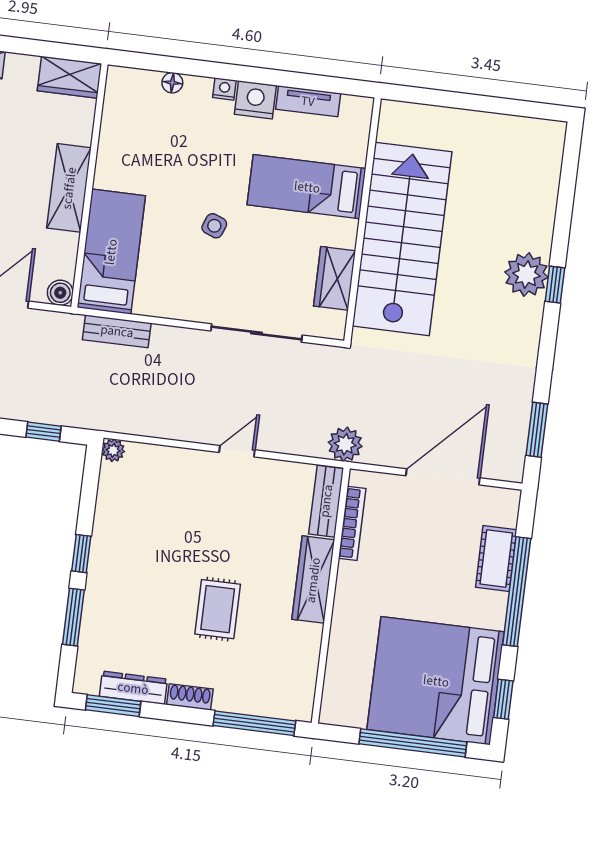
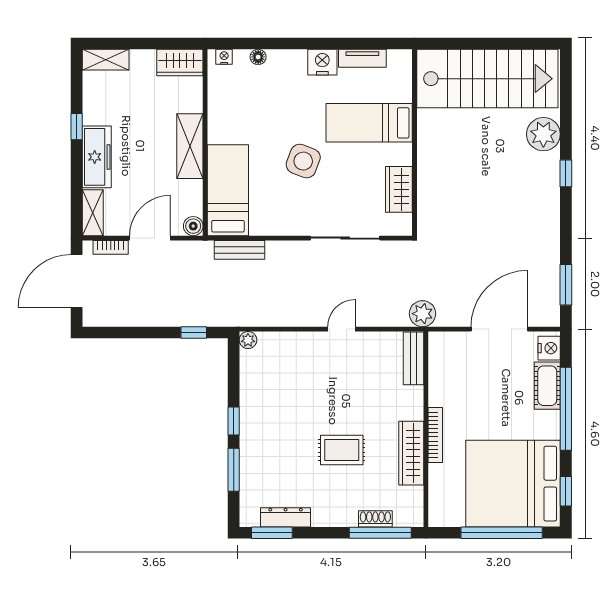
nightstand: (224, 89) -> (224, 57), moved
side table: (214, 226) -> (303, 161), width x1.87, depth x1.87
stairs: (402, 239) -> (487, 79), moved, turned 90
plant: (526, 275) -> (543, 134), moved
nightstand: (505, 510) -> (549, 348), added
bookcase: (352, 523) -> (435, 435), moved
wardrobe: (313, 580) -> (411, 453), moved
rug: (218, 609) -> (342, 450), turned 90
shoe rack: (190, 697) -> (375, 519), moved

